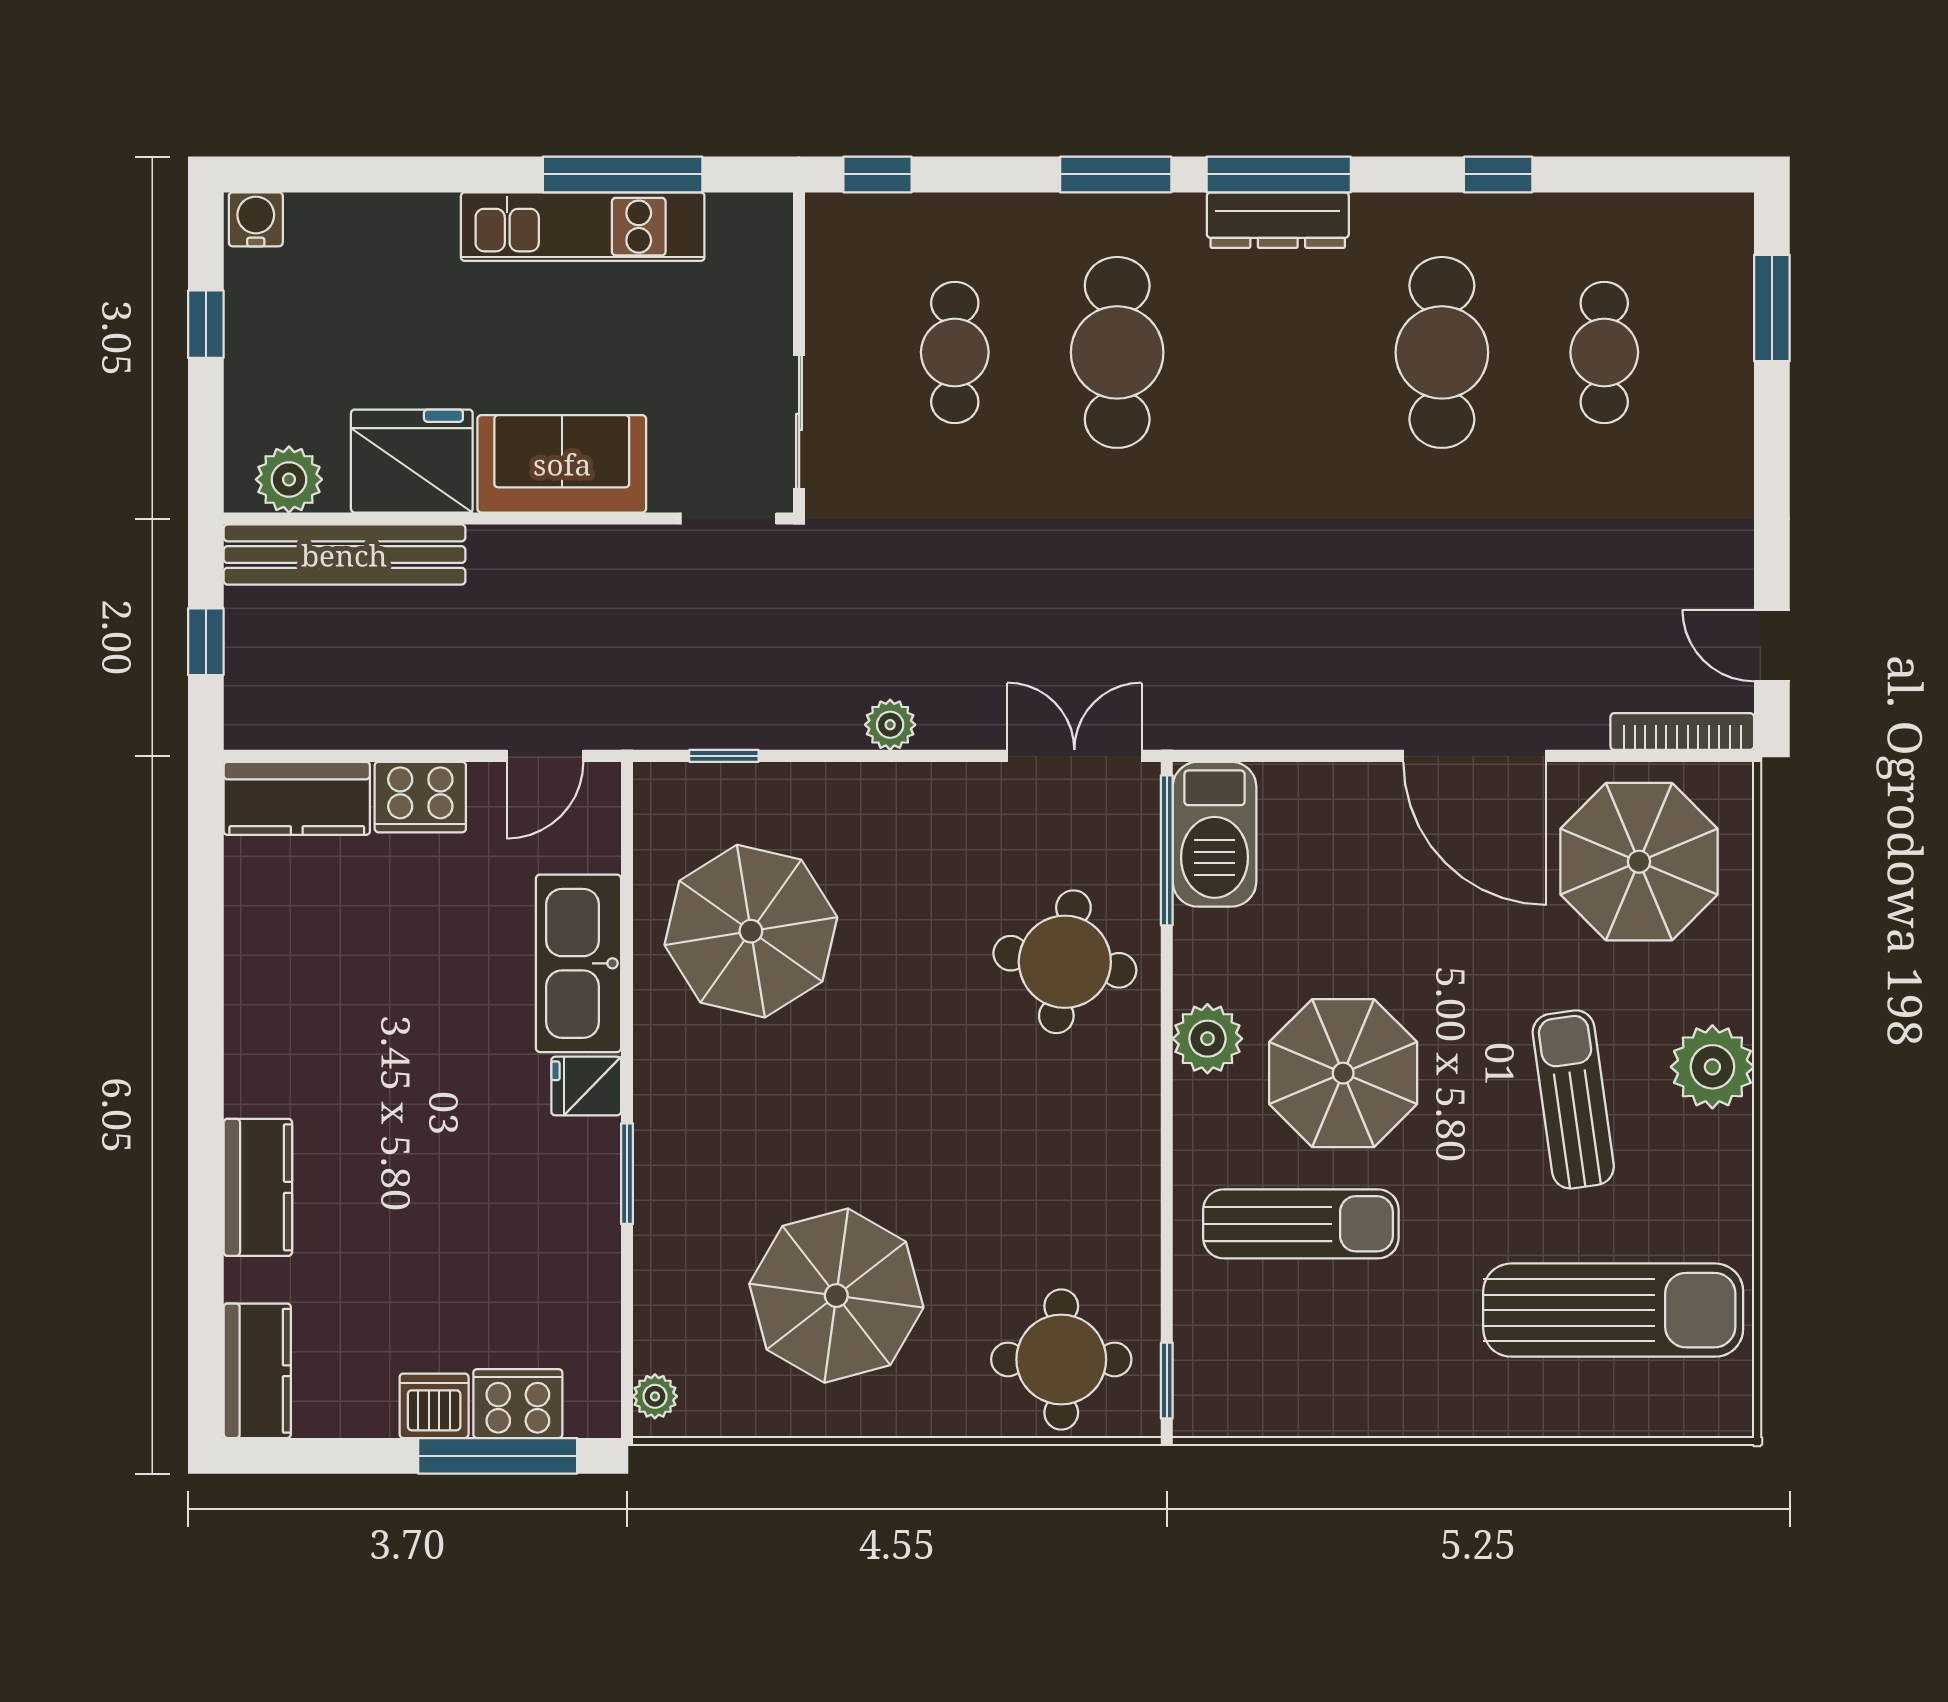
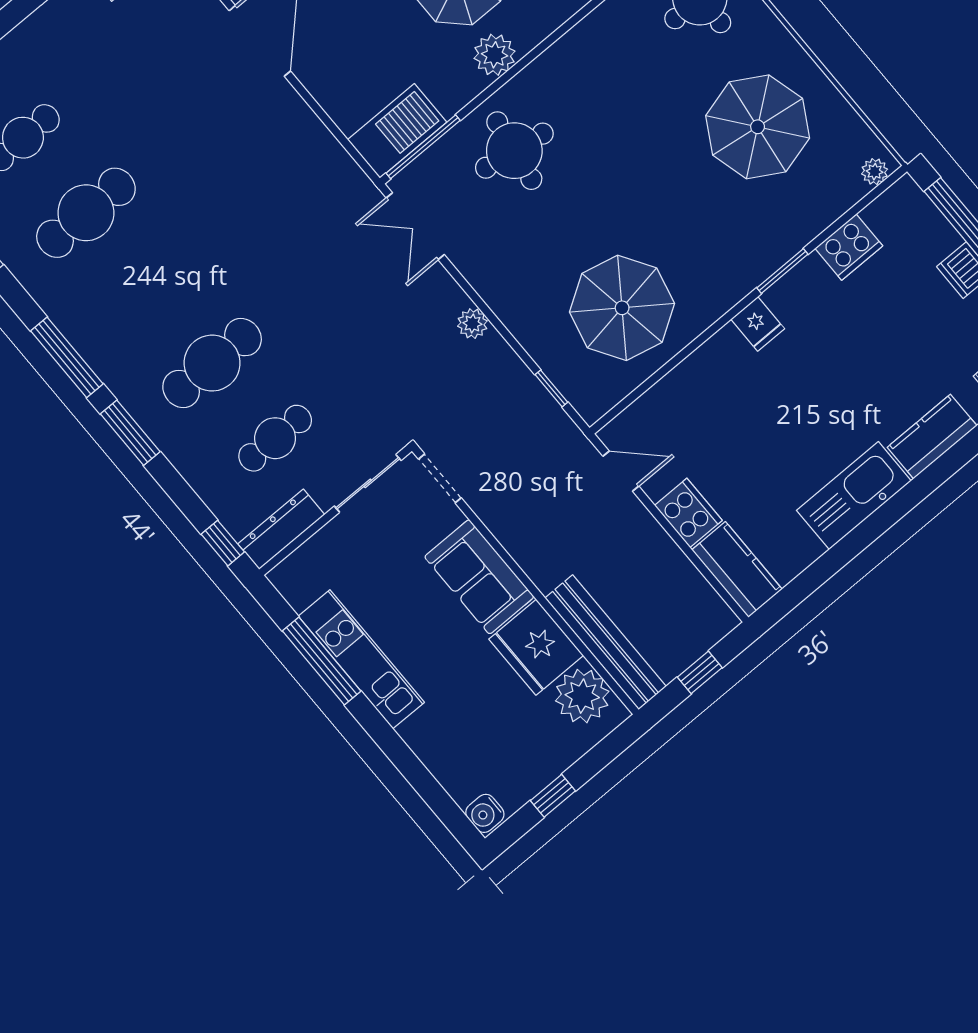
dresser: (1278, 220) -> (281, 529), moved, turned -90
plant: (289, 479) -> (582, 696), width x1.36, depth x1.36
kitchen sink: (578, 963) -> (854, 496), moved, turned 180
cooker: (518, 1404) -> (849, 247), moved, turned -90

